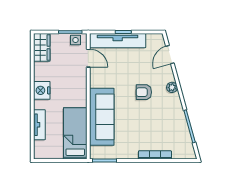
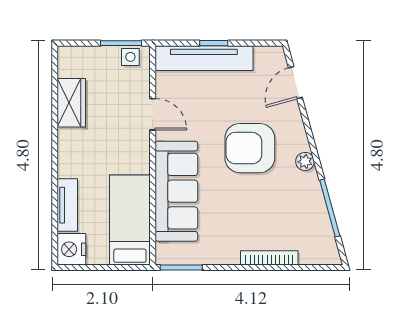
wardrobe: (42, 47) -> (71, 103), moved
door: (88, 58) -> (153, 114), moved
plant: (172, 87) -> (305, 161), moved
nightstand: (42, 90) -> (71, 249), moved
armchair: (144, 92) -> (250, 148), width x1.88, depth x1.88

